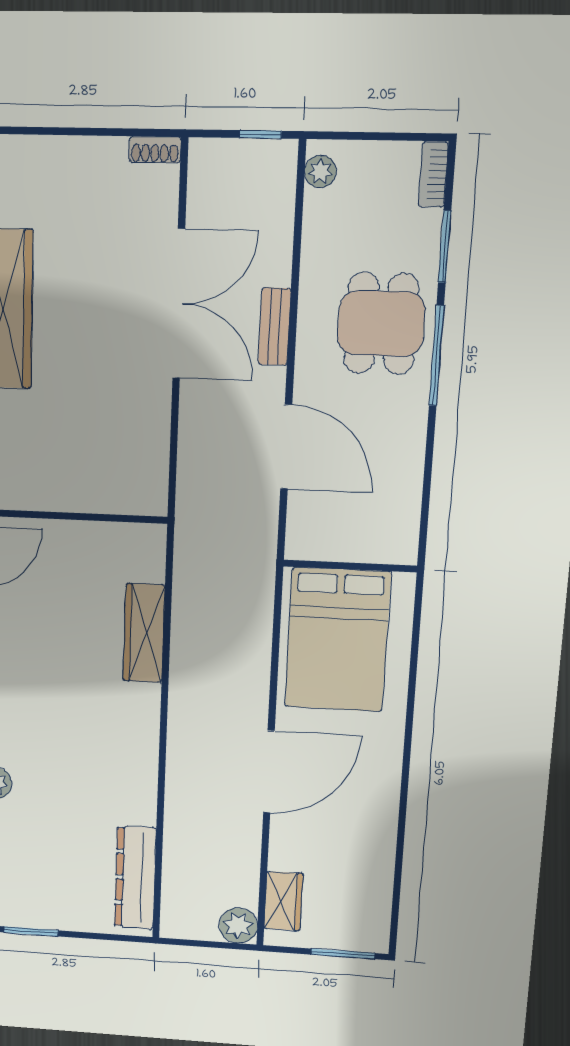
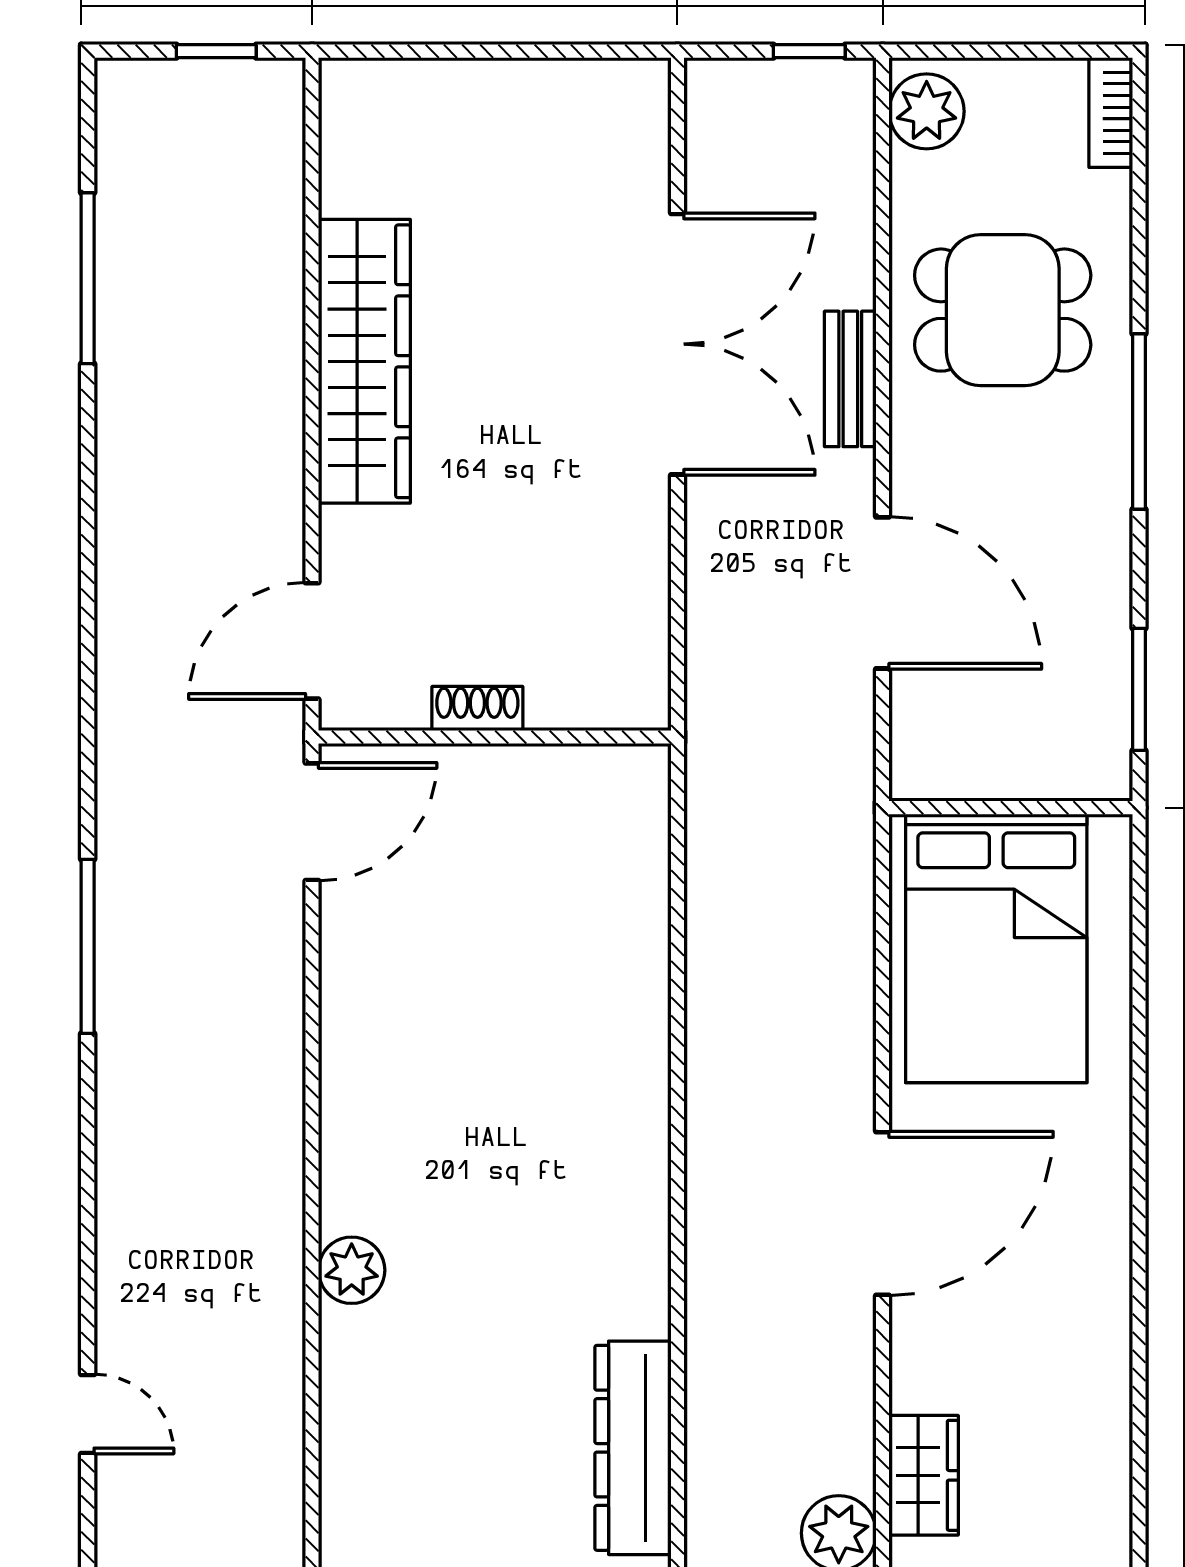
shoe rack: (155, 150) -> (477, 709), moved, turned 180
plant: (320, 171) -> (927, 111), width x1.38, depth x1.38
window: (445, 247) -> (1139, 689), moved
dining table: (381, 323) -> (1003, 310), moved, turned 90
wardrobe: (144, 633) -> (634, 954), removed

